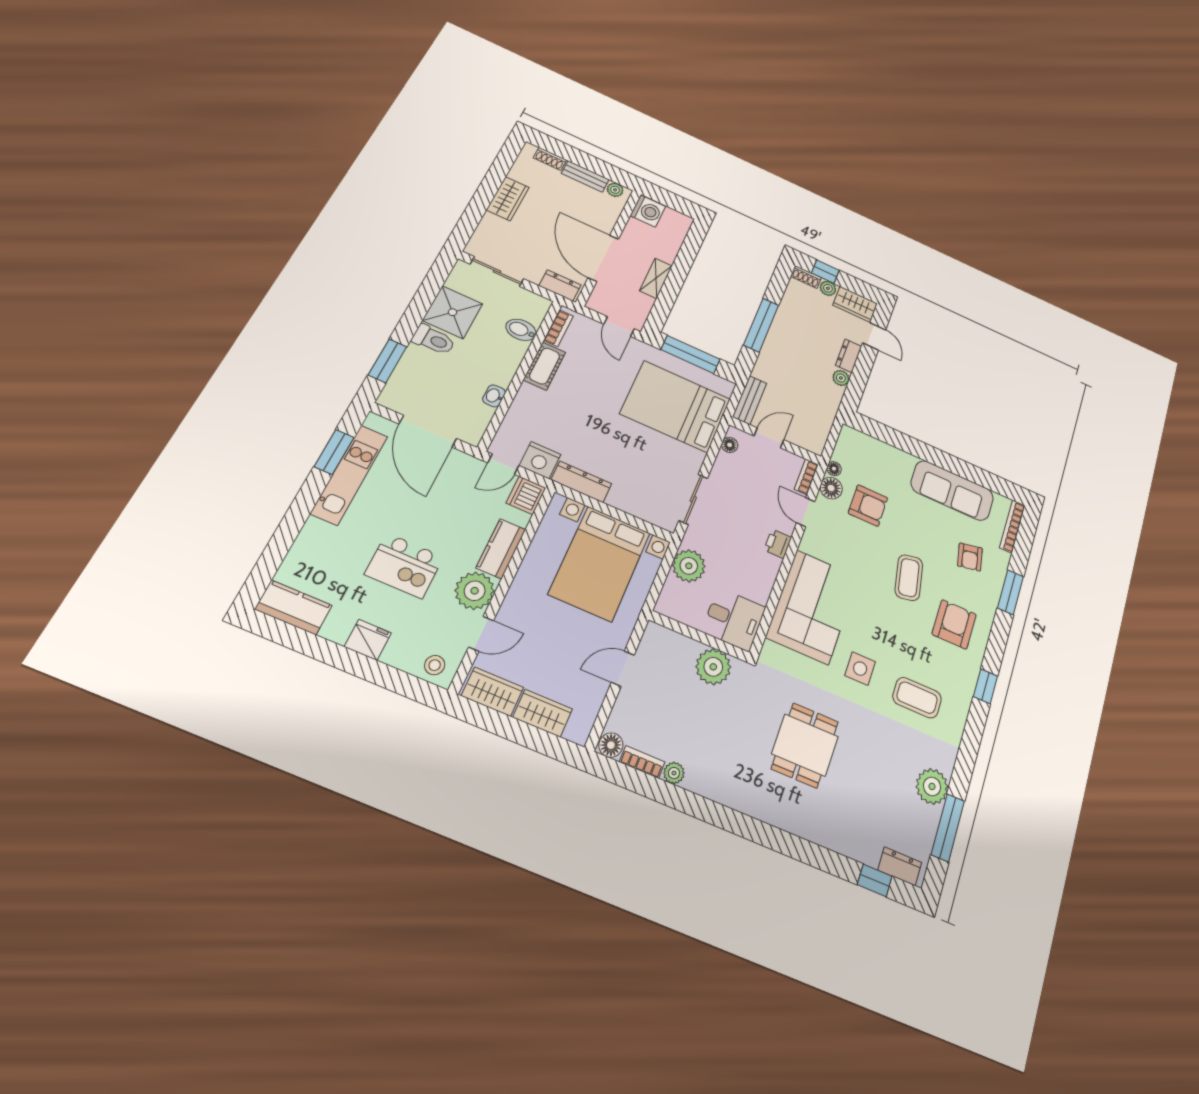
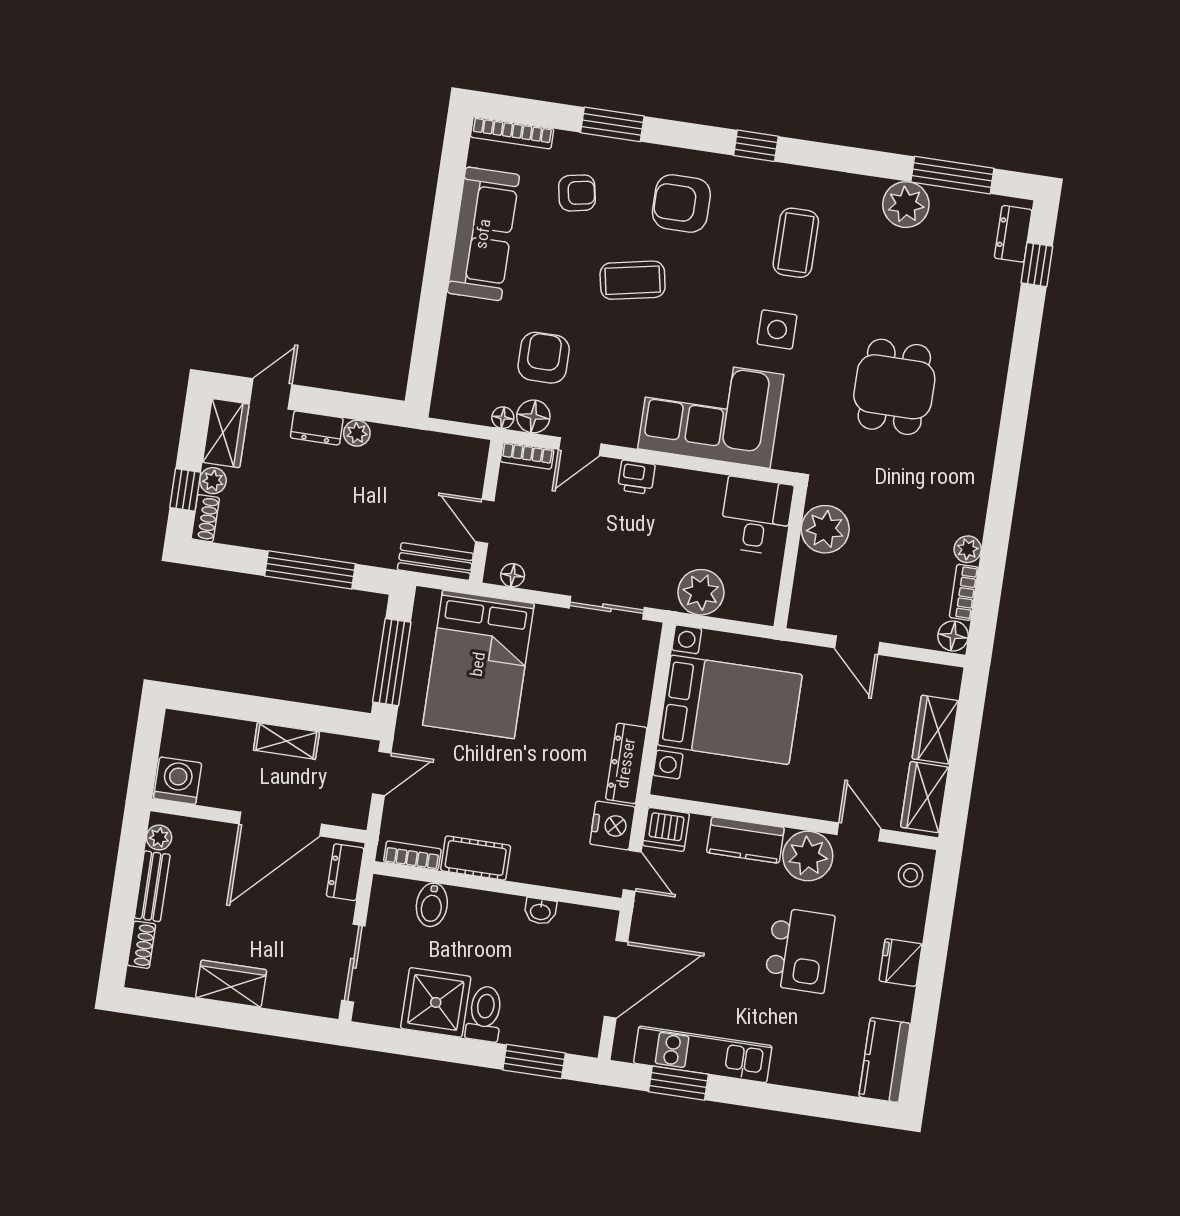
dining table: (805, 745) -> (894, 387), turned 90

